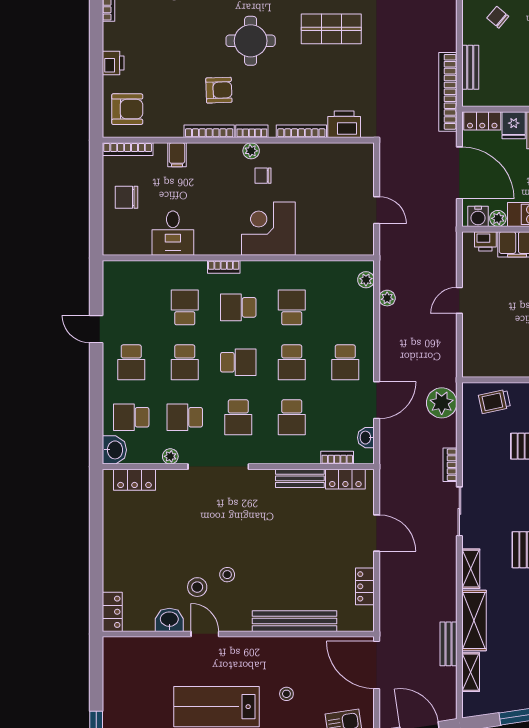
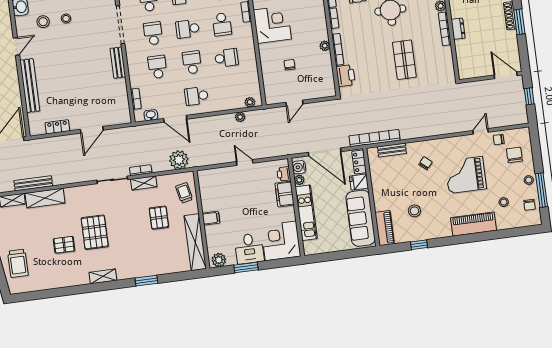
plant: (251, 151) -> (325, 46), moved
door: (459, 173) -> (325, 152), hinge flipped
chair: (263, 176) -> (290, 65), moved
corner desk: (268, 229) -> (272, 25), moved
school desk: (238, 307) -> (222, 24), turned 180
school desk: (238, 362) -> (188, 29), turned 90
school desk: (292, 362) -> (192, 62), turned 90
school desk: (238, 417) -> (153, 33), turned 90
school desk: (292, 417) -> (157, 67), turned 90
bench: (300, 478) -> (118, 63), moved
locker: (345, 479) -> (123, 106), removed
shelving: (471, 569) -> (144, 183), moved
stool: (227, 575) -> (66, 18), moved
door: (205, 634) -> (16, 46), moved
bench: (448, 644) -> (33, 183), width x1.36

